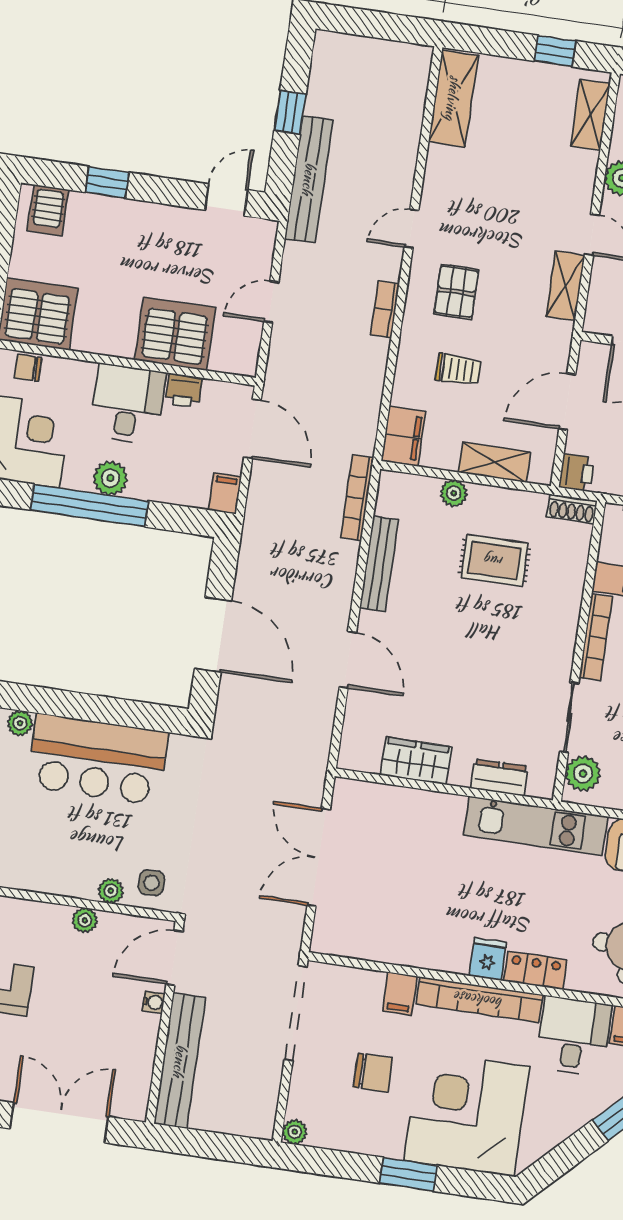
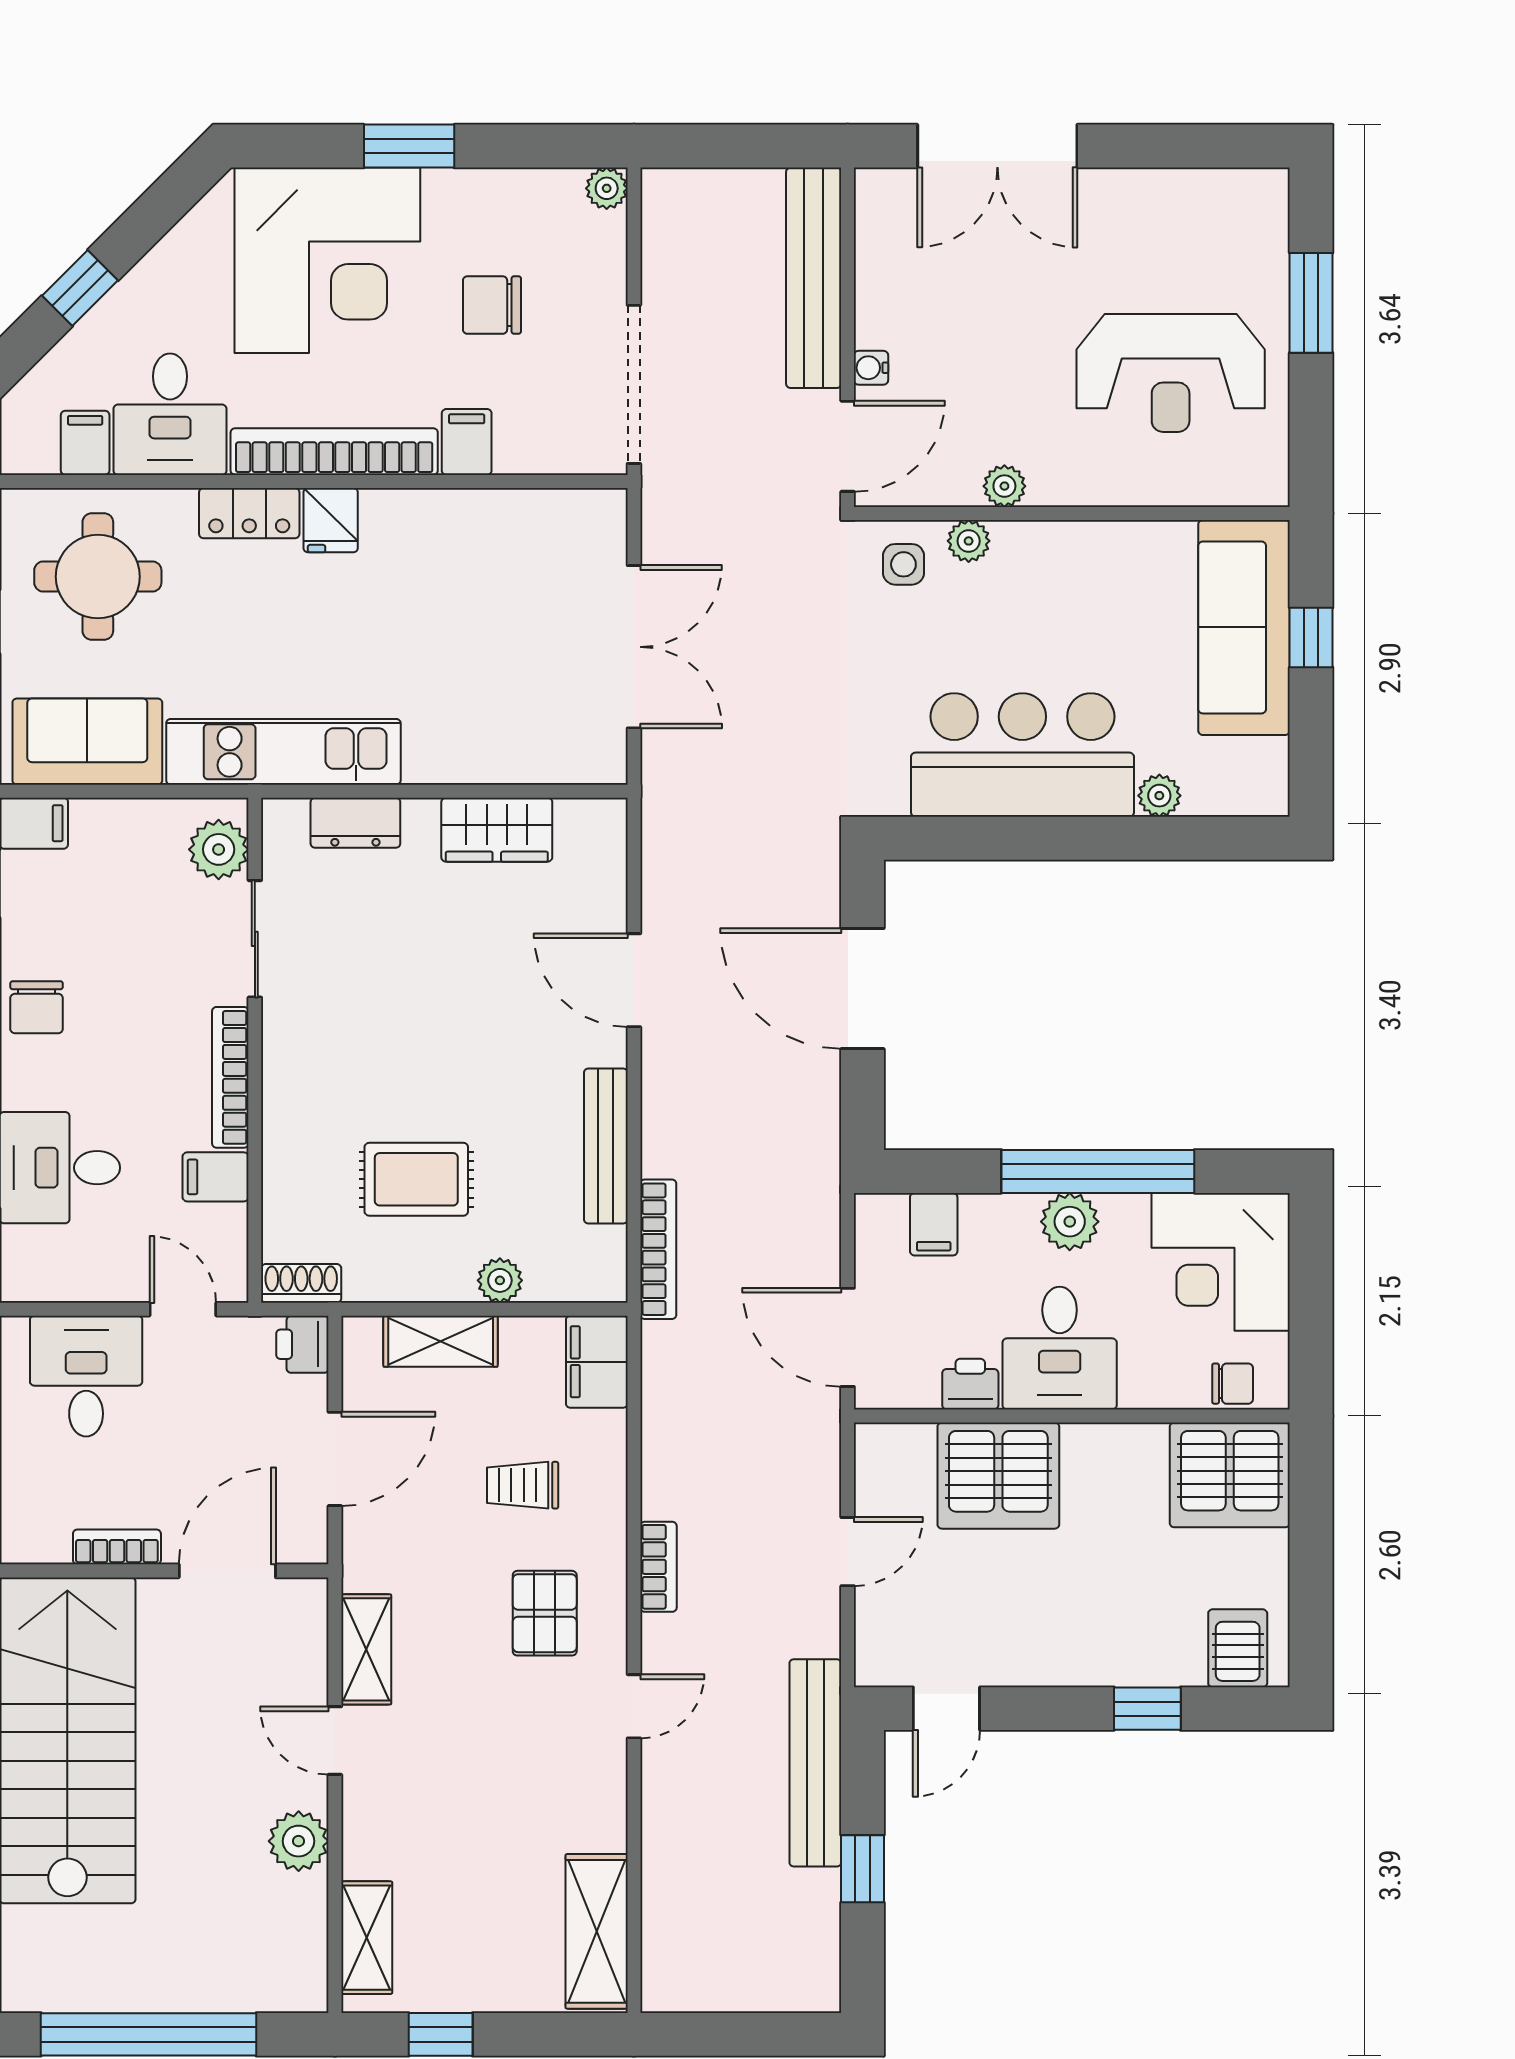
filing cabinet: (225, 493) -> (934, 1224), moved

